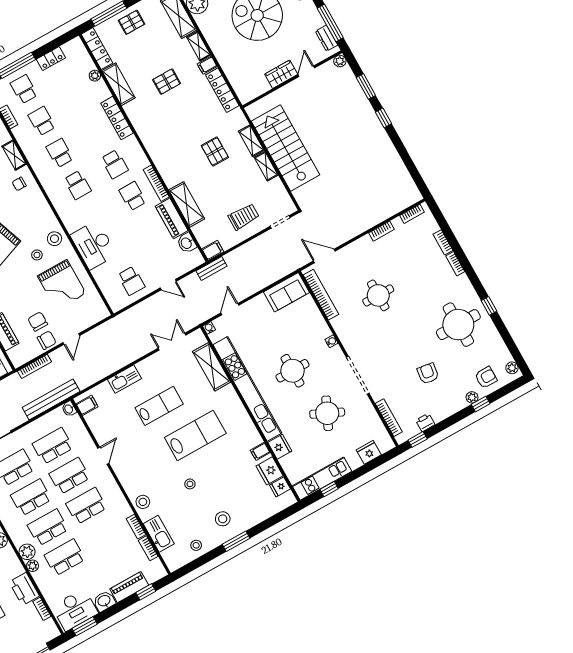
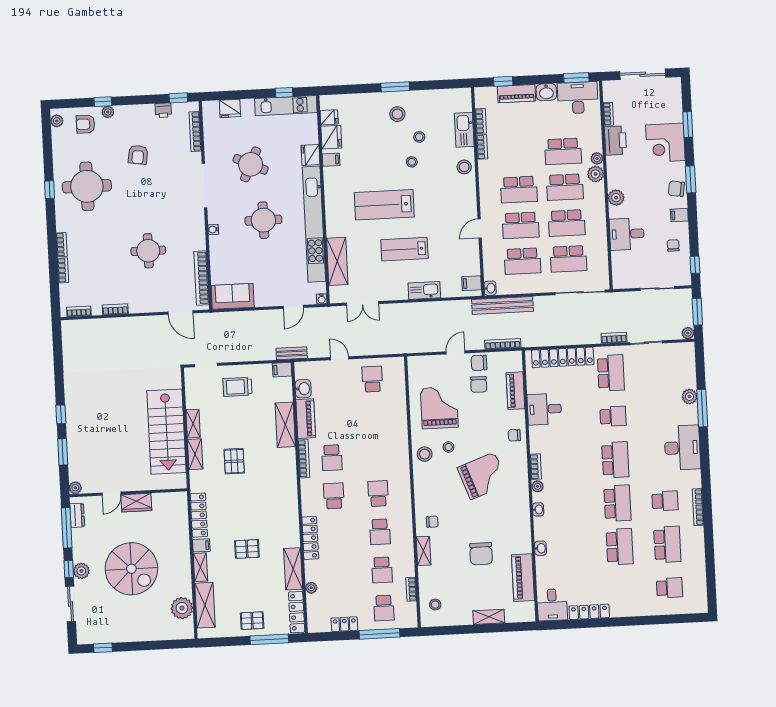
desk: (94, 245) -> (391, 430), removed
stool: (196, 545) -> (419, 137), moved

